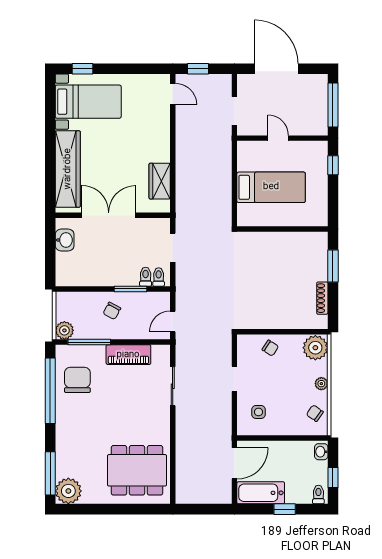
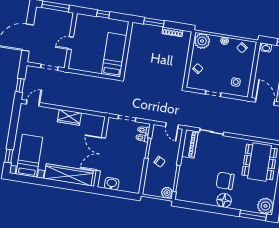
window: (333, 165) -> (103, 14), moved
wardrobe: (160, 181) -> (69, 117), moved
bed: (271, 187) -> (114, 55), moved
piano: (128, 355) -> (190, 144), moved
chair: (77, 380) -> (225, 181), moved
window: (50, 391) -> (202, 207), removed
floor lamp: (67, 423) -> (224, 200), added

